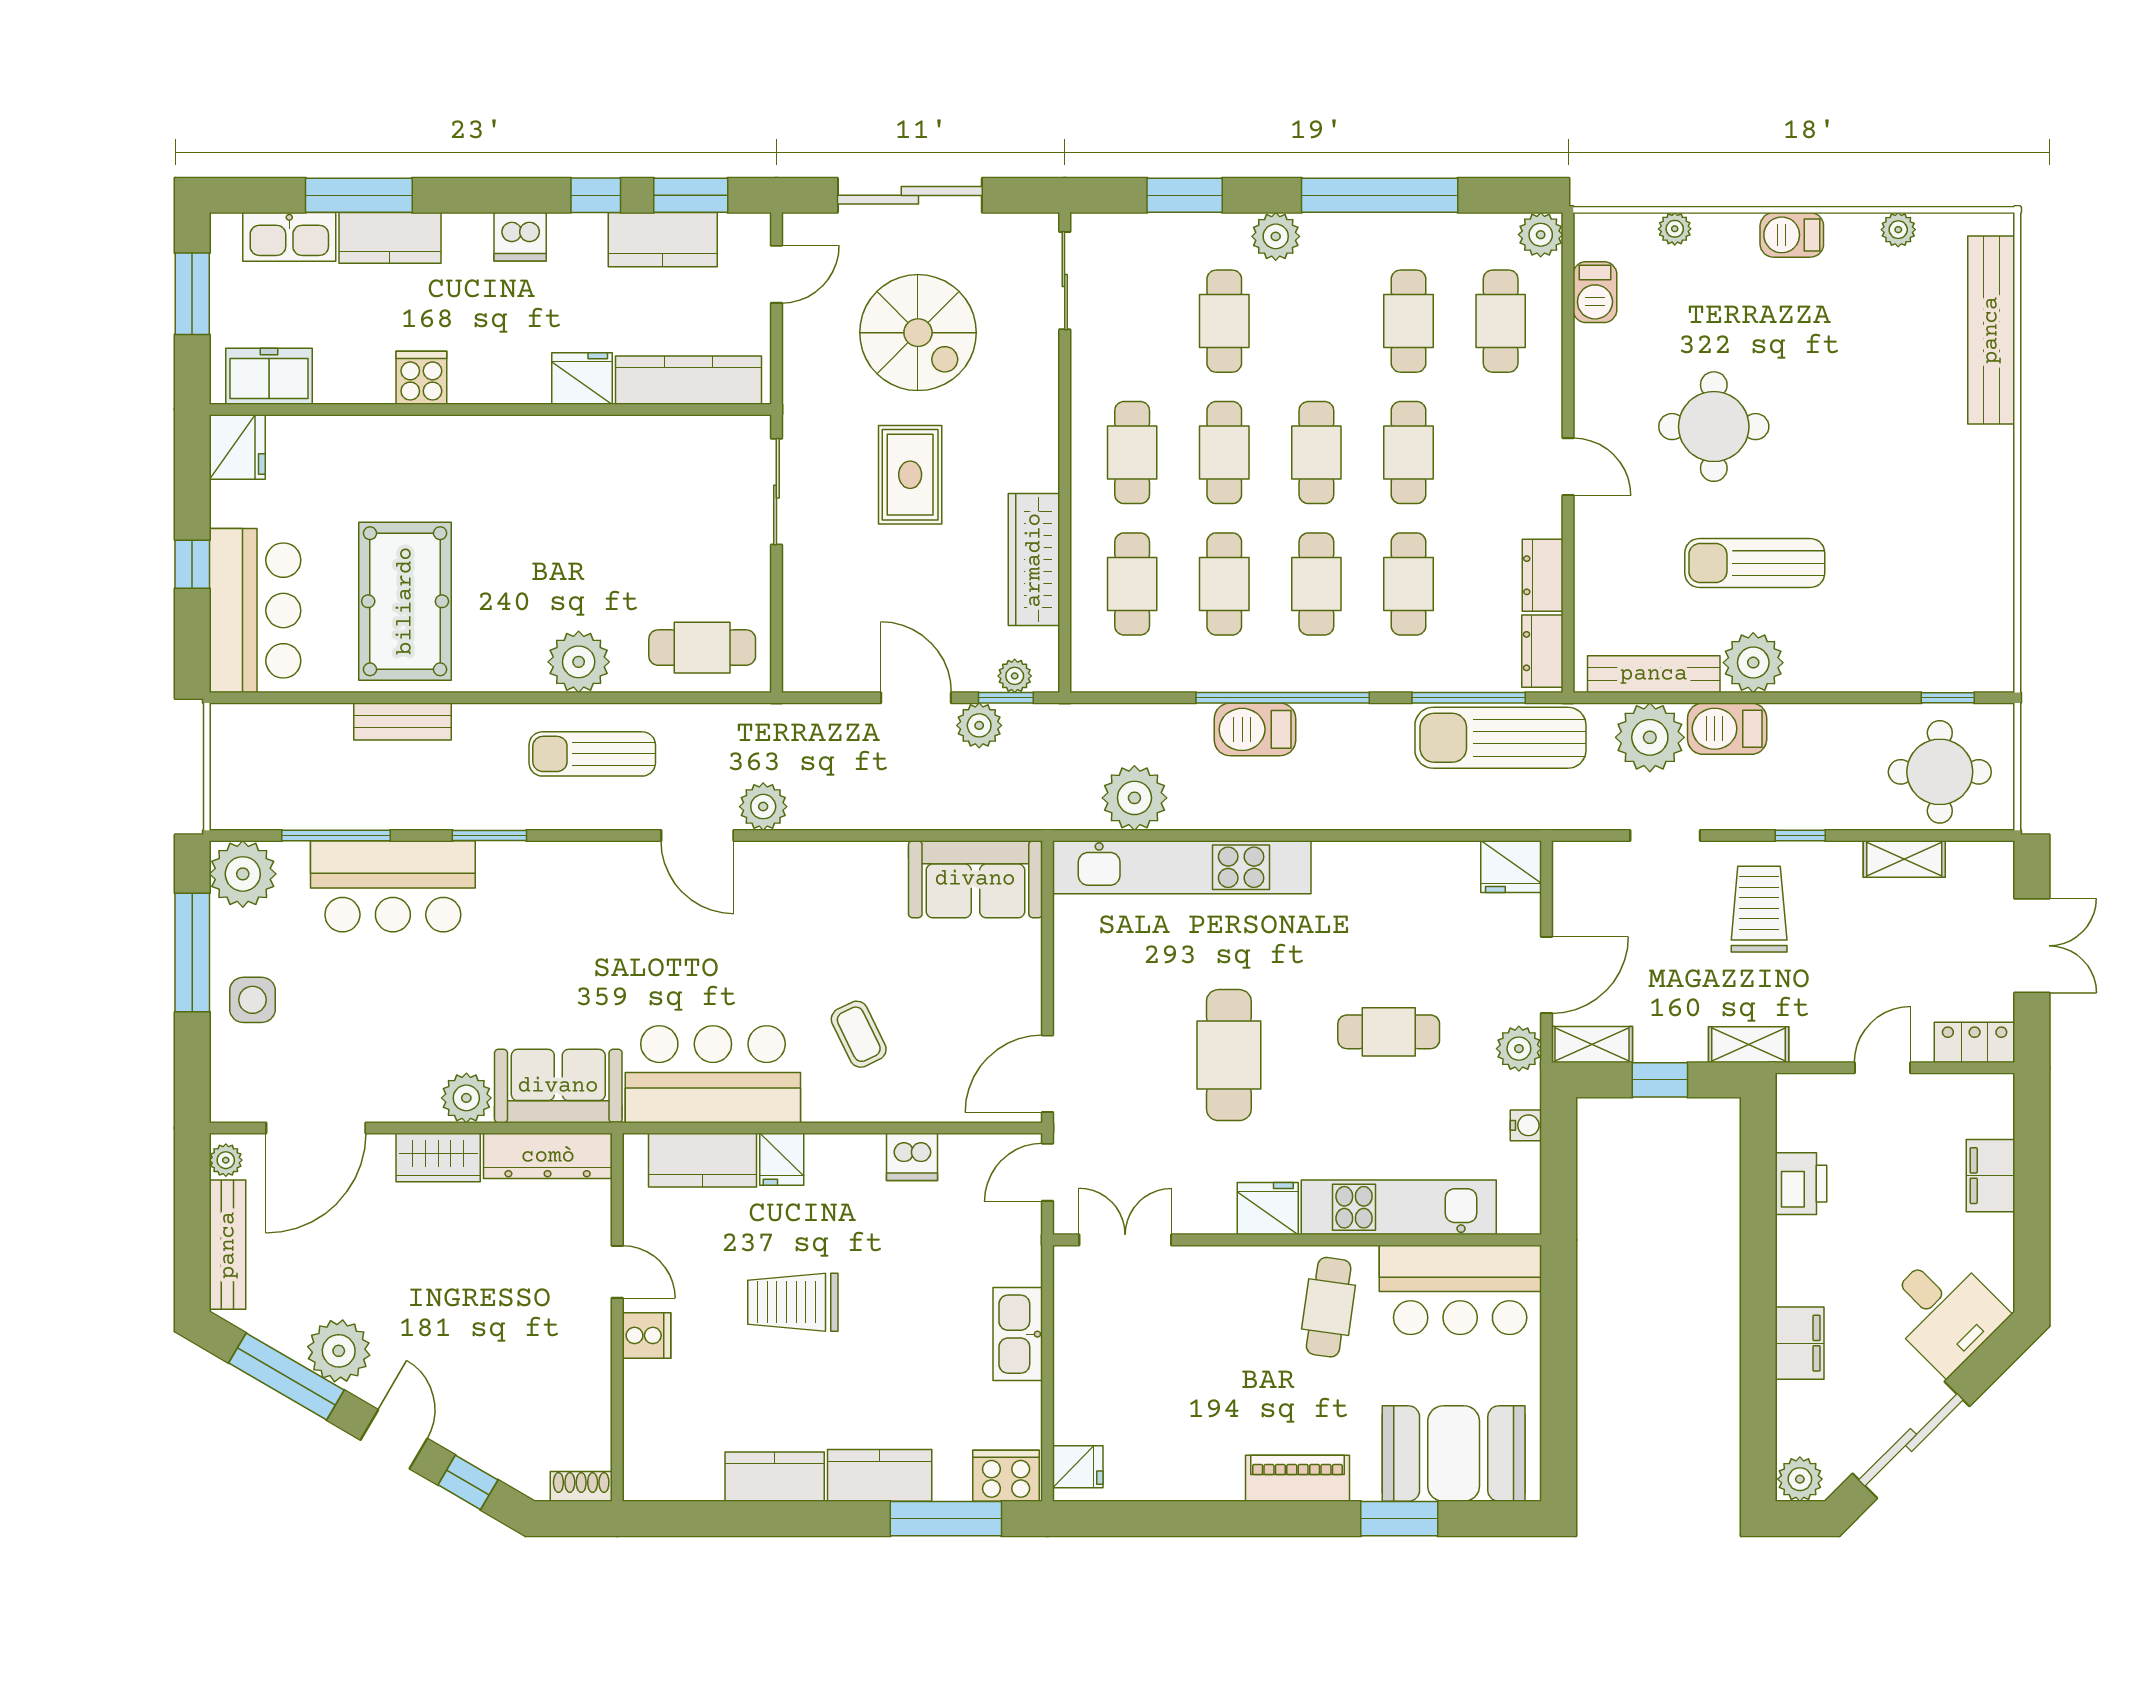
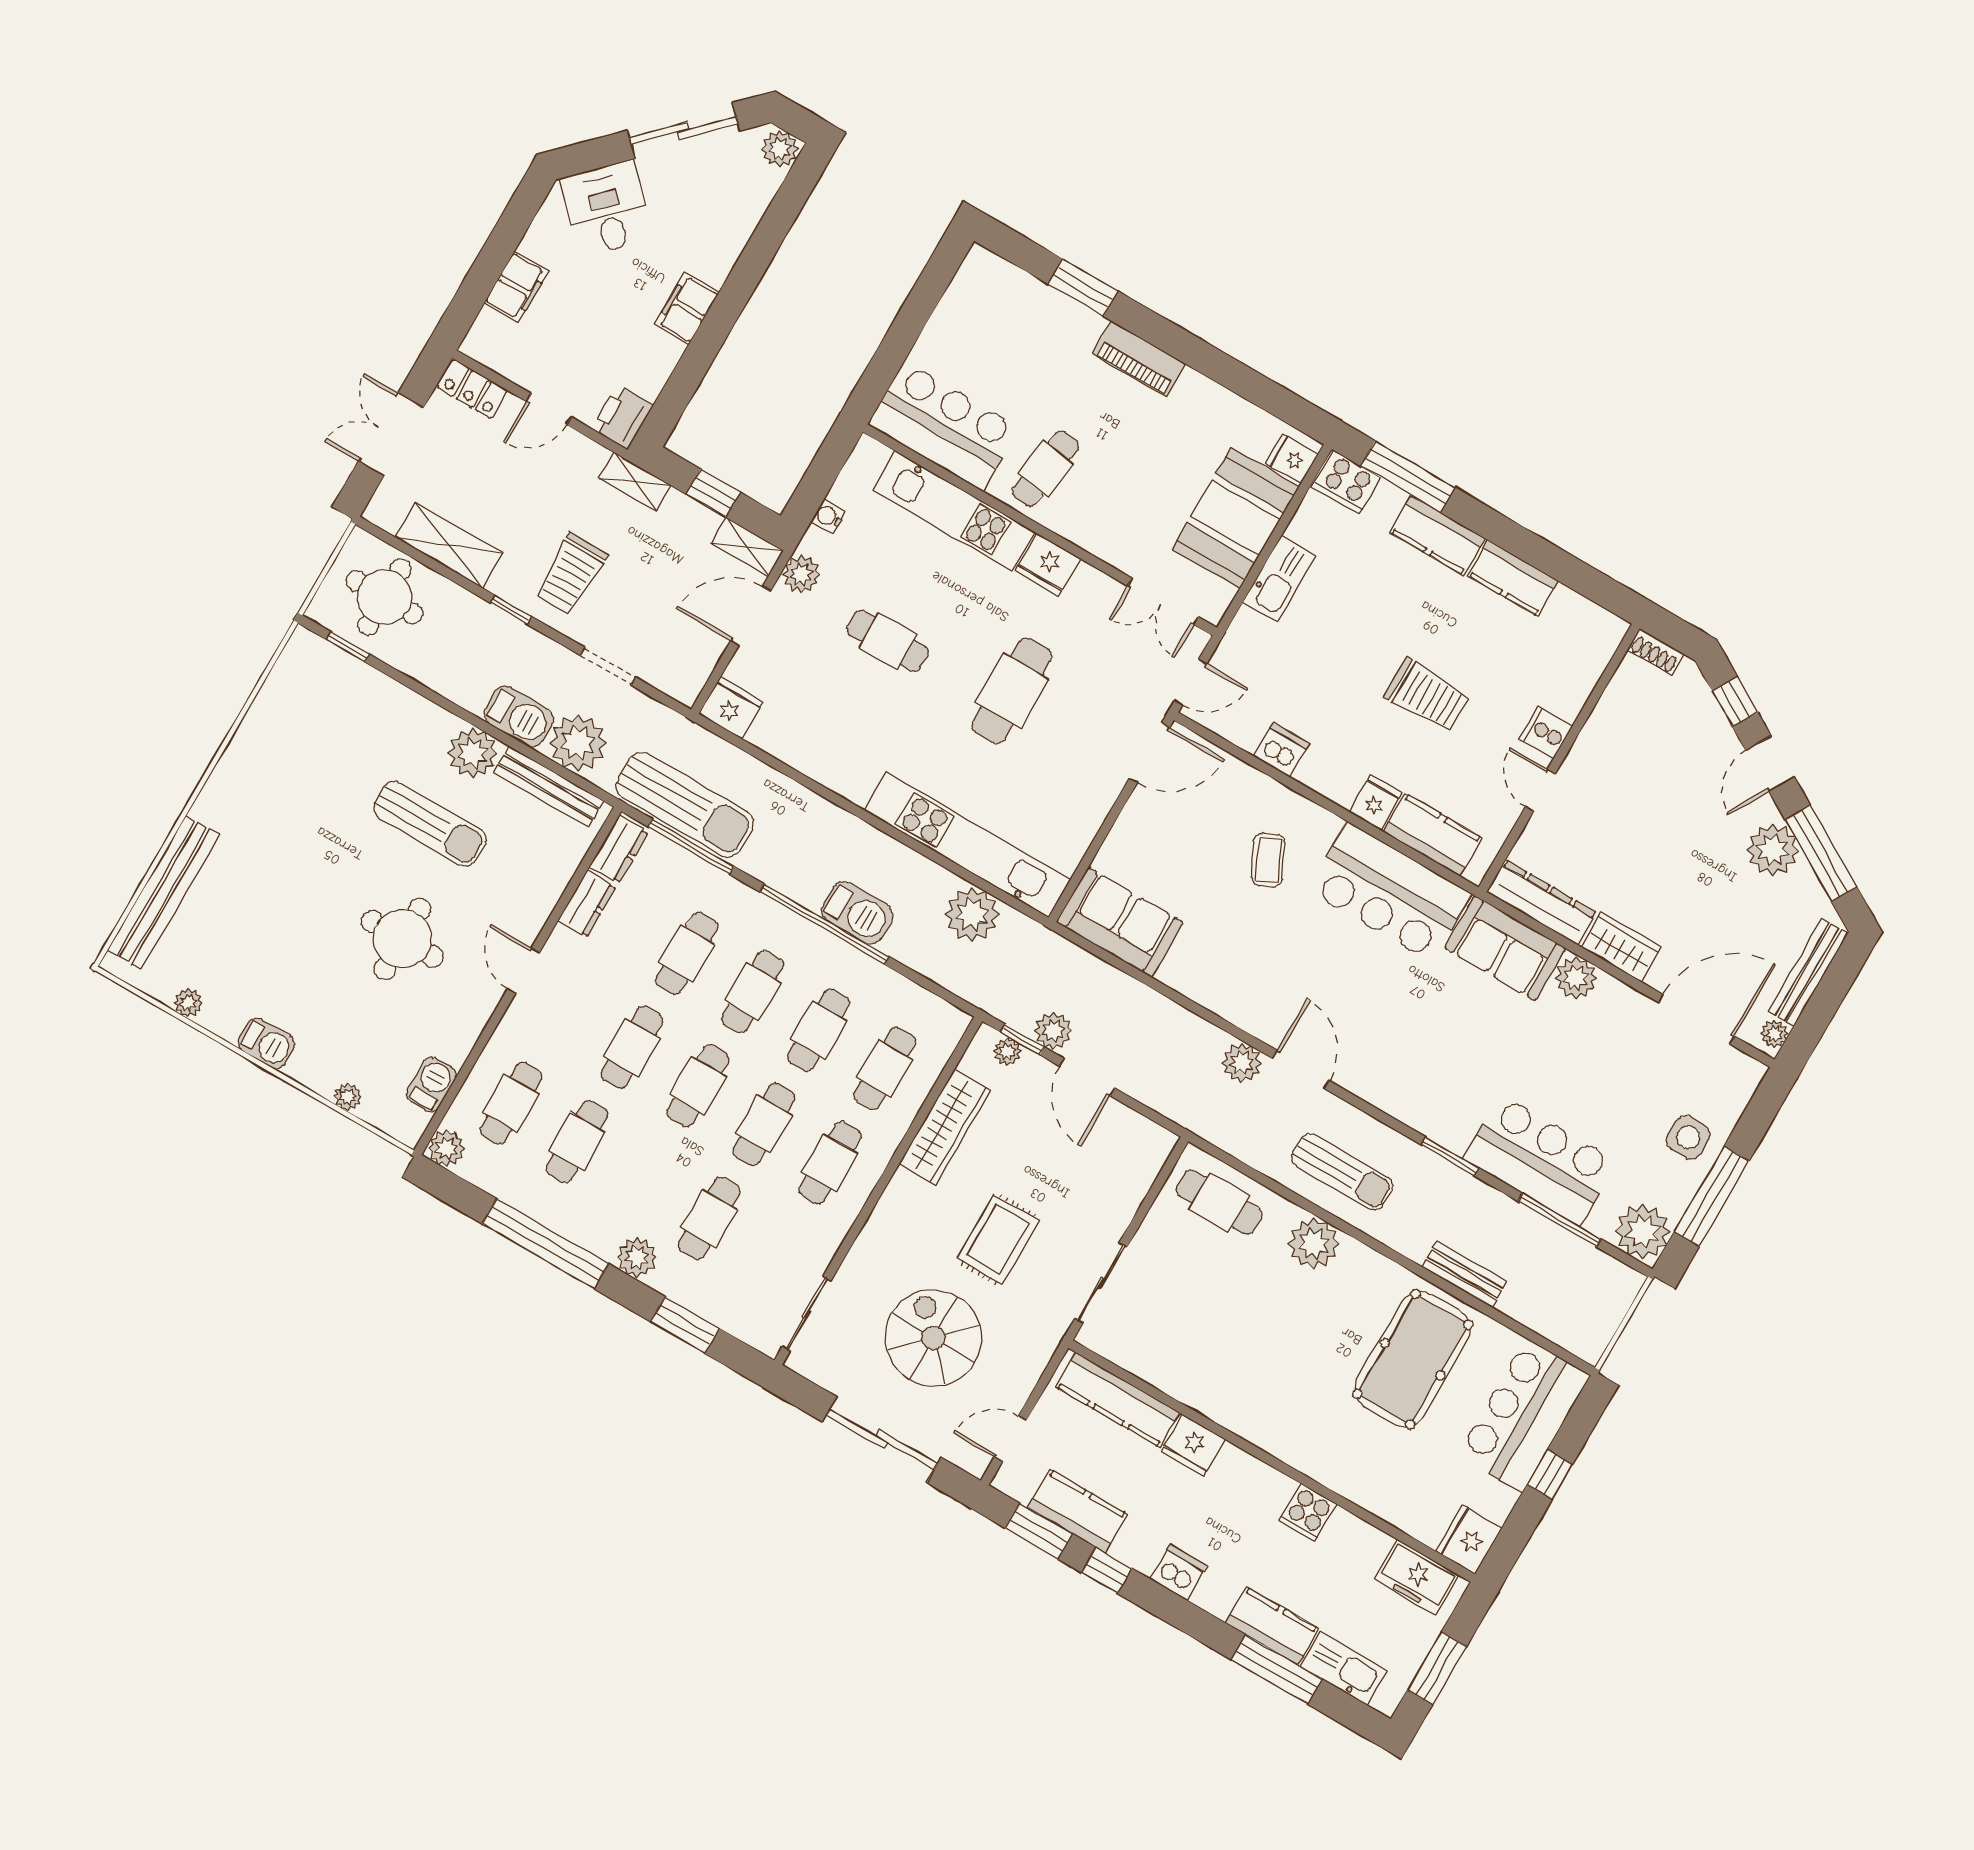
shelving: (1904, 859) -> (449, 545), width x1.50, depth x1.33
printer: (1801, 1184) -> (622, 417), moved
filing cabinet: (1800, 1343) -> (687, 308), moved
booth: (1454, 1454) -> (1235, 518), moved, turned 90

